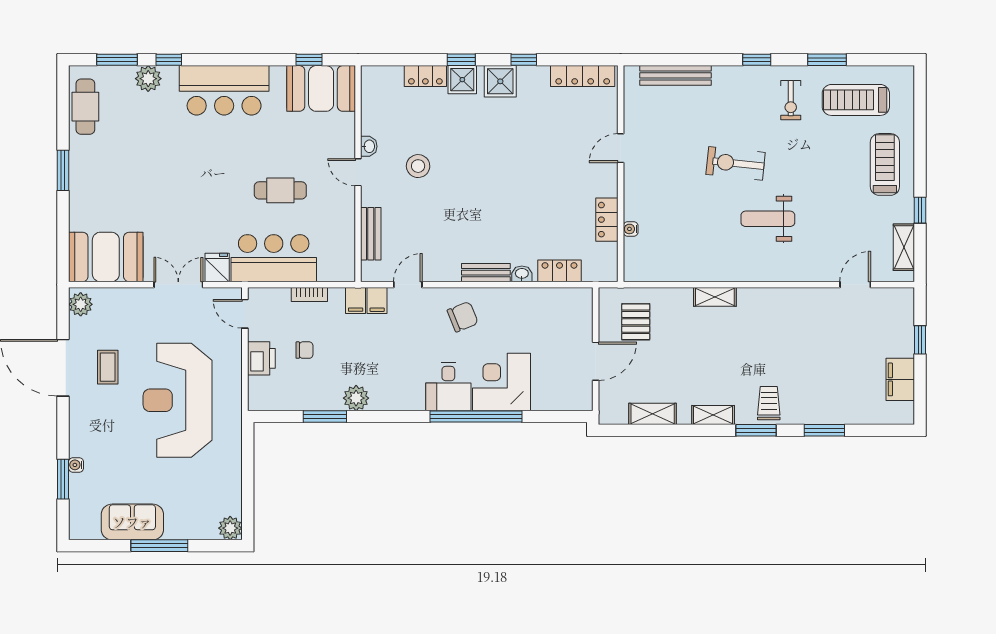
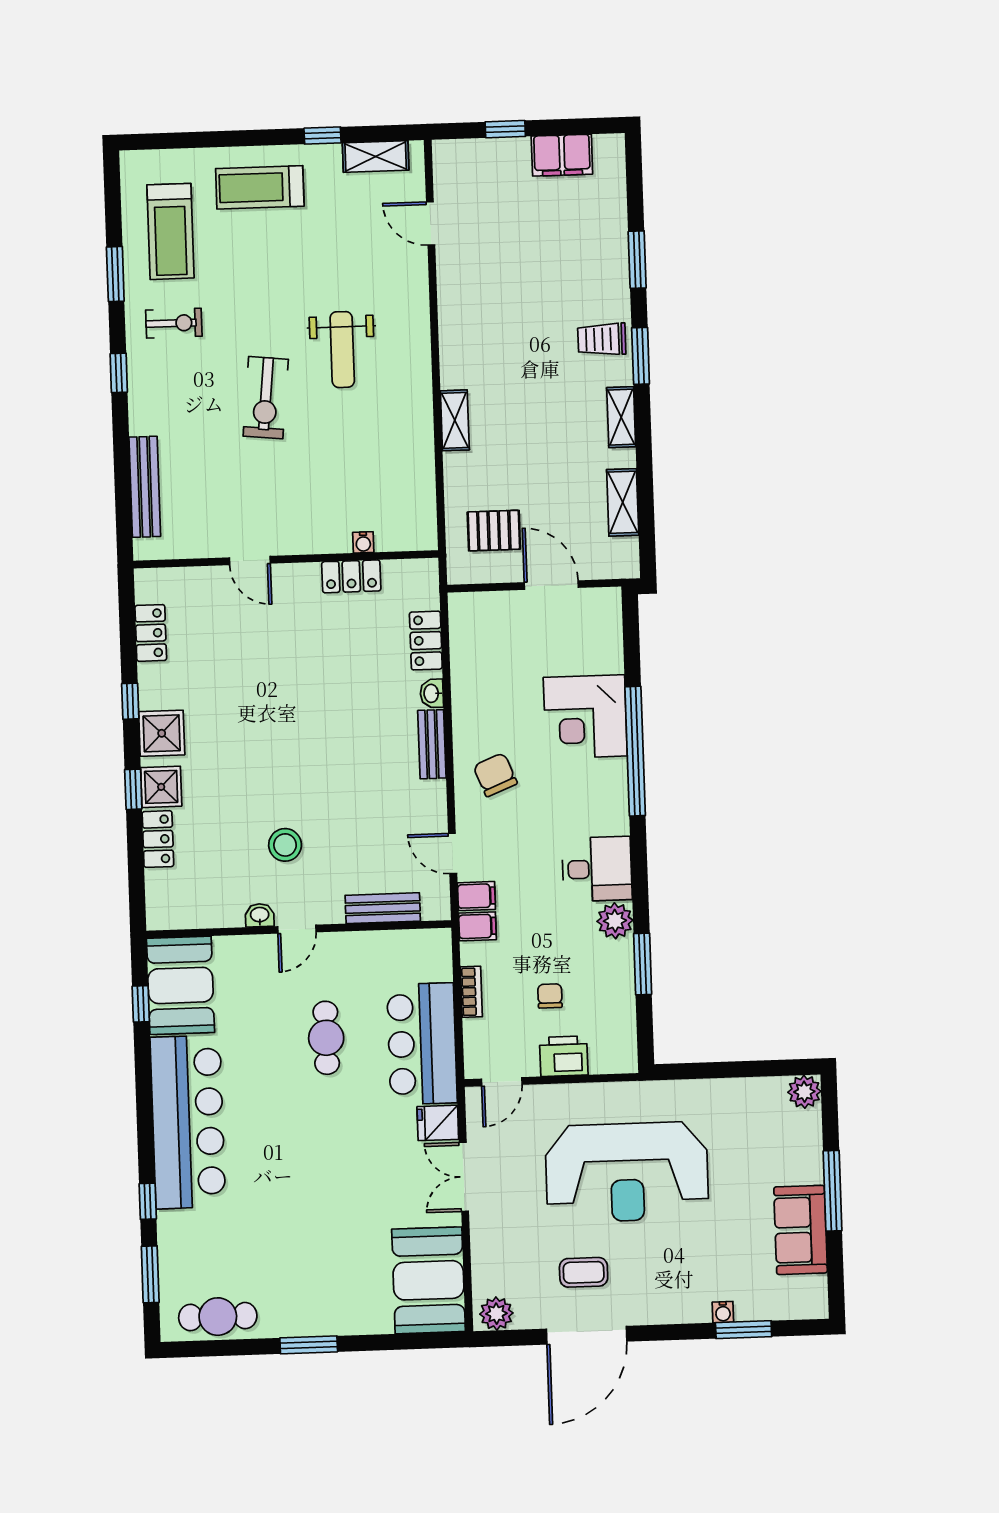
locker: (583, 76) -> (151, 633), width x0.66
plant: (148, 79) -> (175, 1229), removed
bar counter: (224, 90) -> (188, 1122), width x1.36
desk: (448, 387) -> (597, 869), moved

